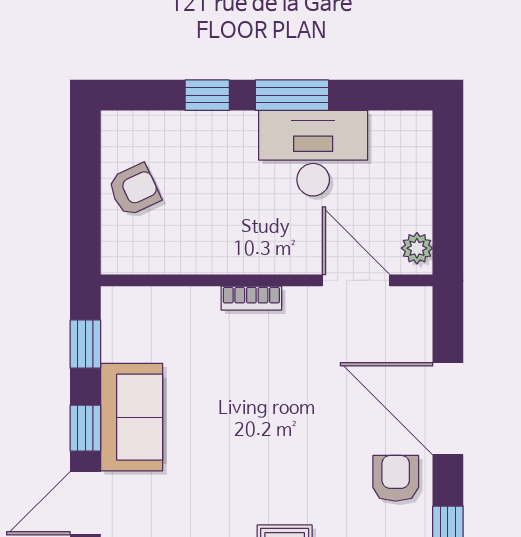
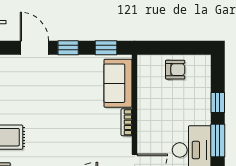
armchair: (134, 190) -> (175, 70), turned -65
sofa: (132, 417) -> (118, 83), moved, turned 90

